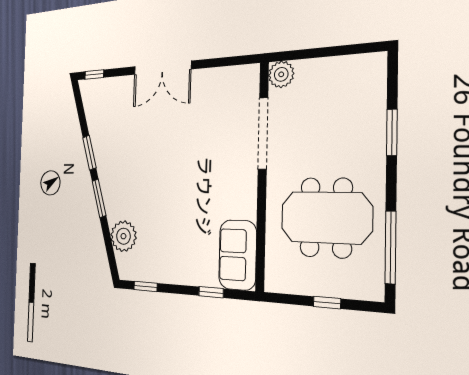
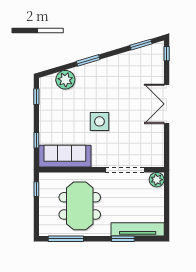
tv unit: (373, 104) -> (138, 229), added
window: (89, 153) -> (141, 45), moved
side table: (185, 180) -> (99, 121), added
sofa: (238, 255) -> (65, 156), width x1.36
window: (327, 302) -> (36, 189), moved

